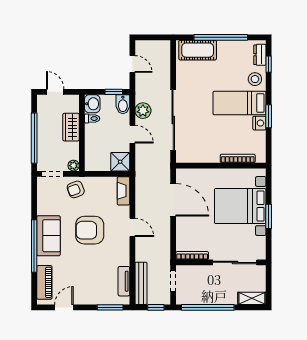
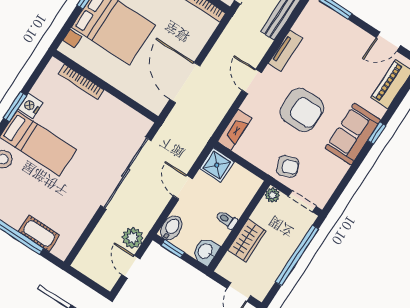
cot: (198, 50) -> (39, 233), width x0.73, depth x0.75
plant: (143, 111) -> (133, 238), moved
toilet: (92, 119) -> (227, 220), moved
window: (34, 246) -> (377, 133), width x0.32
tv unit: (124, 281) -> (285, 51), moved

